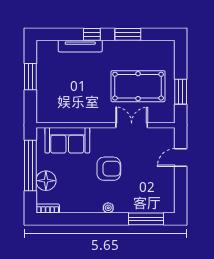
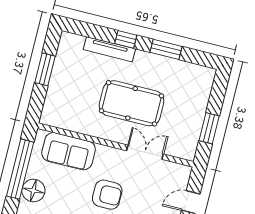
pool table: (138, 86) -> (132, 103), moved

